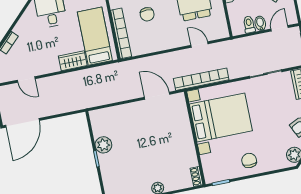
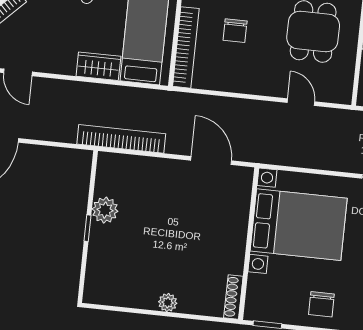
bookcase: (201, 79) -> (121, 139), moved
chair: (249, 160) -> (321, 304), turned 180
shoe rack: (196, 176) -> (233, 297), width x1.43

